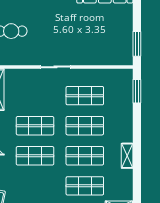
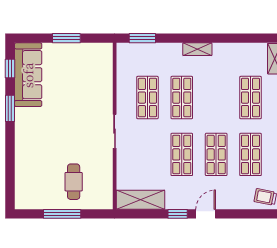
window: (137, 44) -> (66, 38), moved
shop shelf: (85, 156) -> (250, 154), moved
shelving: (127, 156) -> (197, 49), moved

